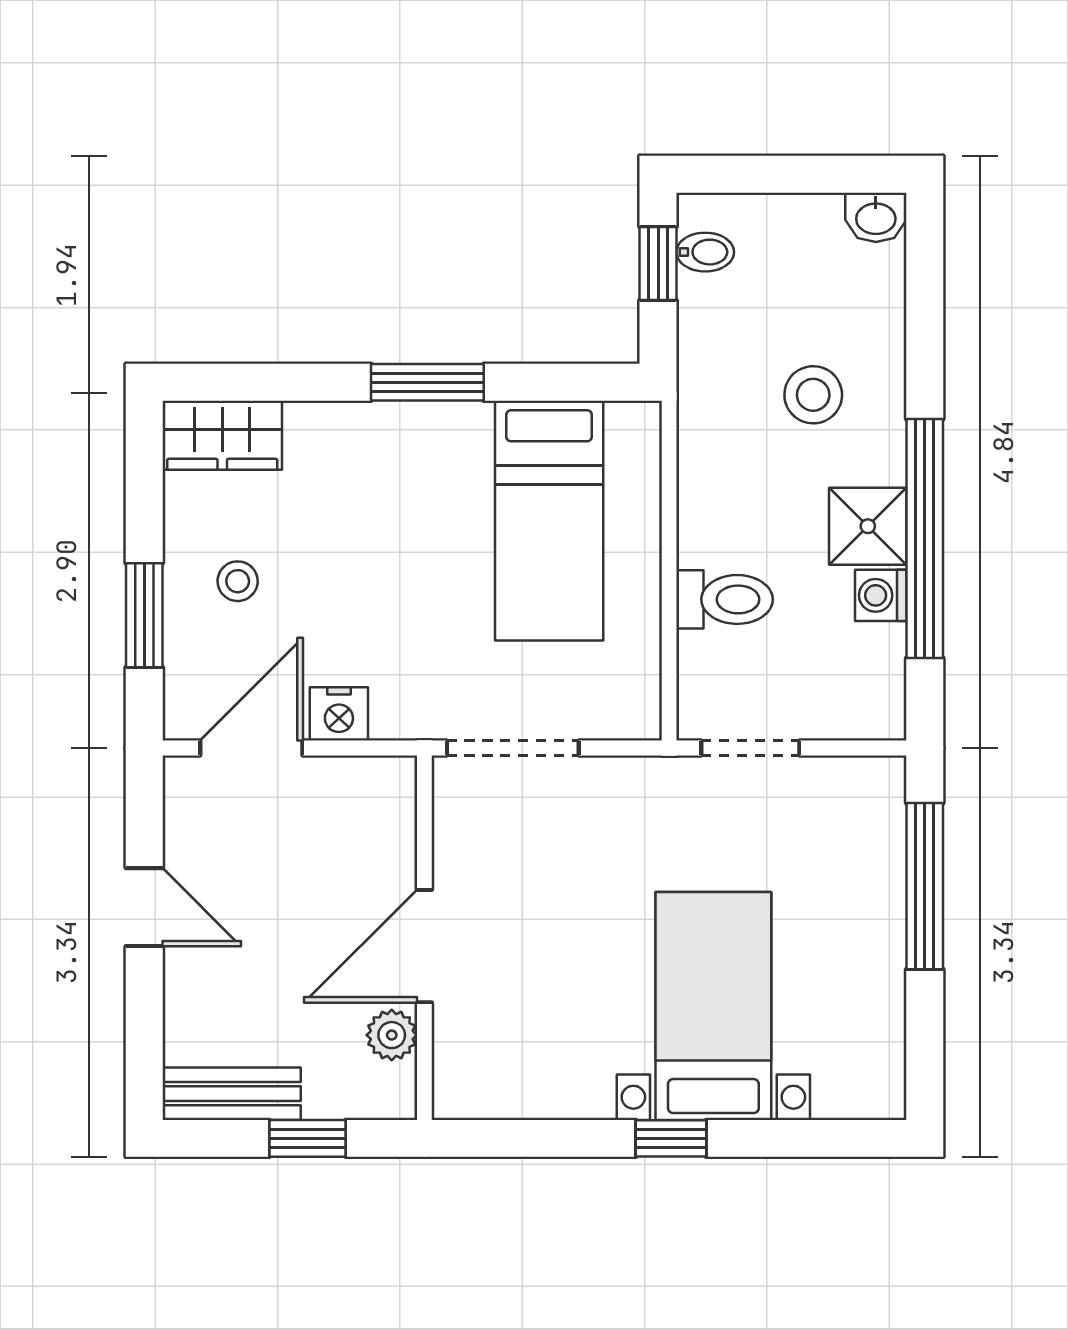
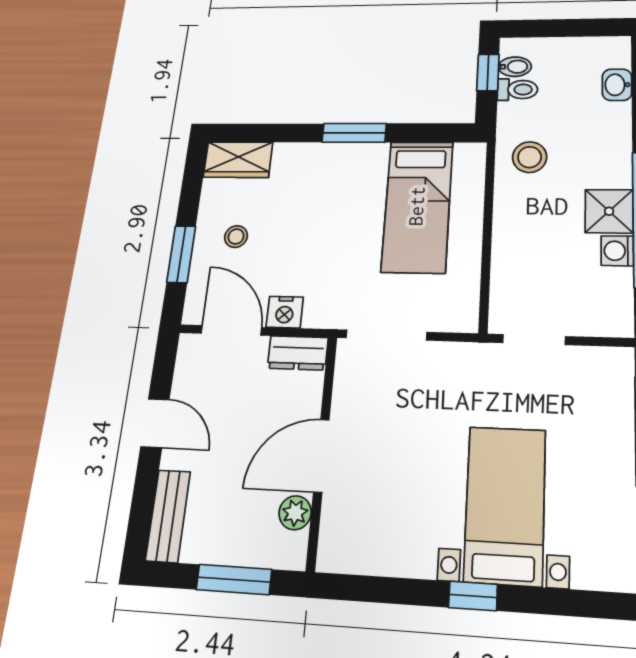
washbasin: (876, 217) -> (617, 85), moved, turned 90
stool: (813, 395) -> (530, 157), moved
toilet: (725, 599) -> (517, 90), moved, width x0.73, depth x0.72
door: (251, 748) -> (231, 330), hinge flipped
dresser: (369, 783) -> (298, 353), added
bench: (232, 1094) -> (168, 516), moved, turned 90
window: (307, 1138) -> (234, 580), width x1.50

